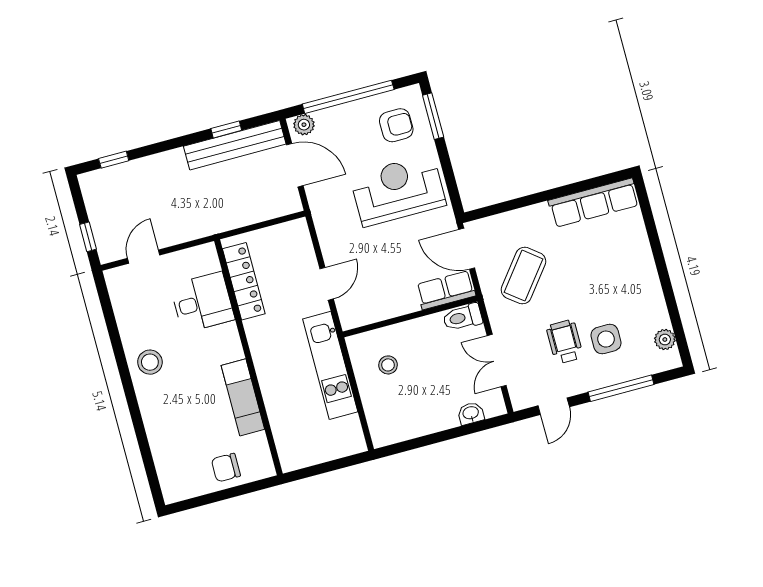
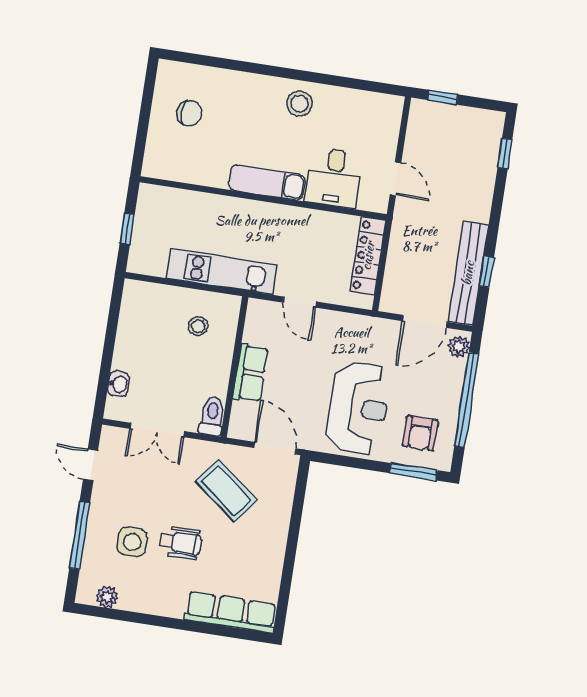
row of seats: (594, 203) -> (231, 612), moved, turned 90
door: (467, 249) -> (275, 448), hinge flipped
door: (144, 257) -> (395, 179), moved
locker: (244, 281) -> (368, 256), moved, turned 90
row of seats: (446, 290) -> (250, 373), moved
wheelchair: (565, 342) -> (180, 543), moved
double door: (497, 361) -> (157, 430), swing flipped
exam couch: (243, 397) -> (267, 182), moved
window: (329, 467) -> (127, 229), added
chair: (226, 468) -> (189, 113), moved, turned 90

